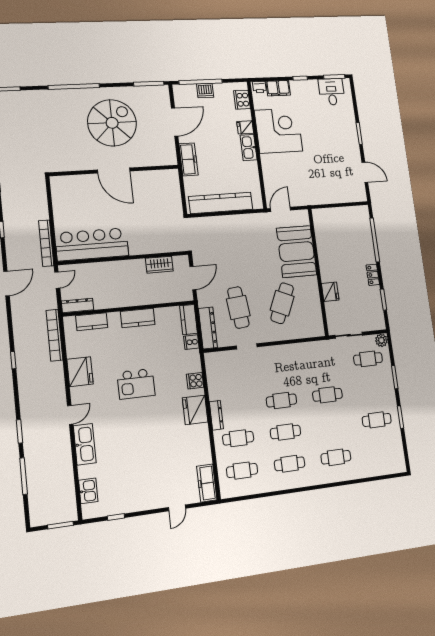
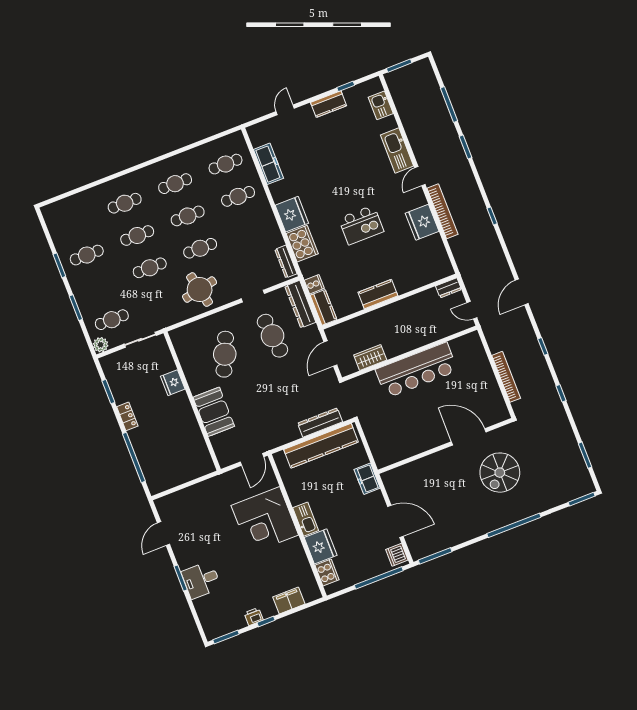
printer: (259, 87) -> (254, 616), moved
dishwasher: (205, 91) -> (397, 555), moved, turned -90
desk: (332, 92) -> (201, 580), moved, turned 90
door: (175, 122) -> (395, 521), swing flipped
spiral stairs: (112, 123) -> (500, 473), moved, width x0.73, depth x0.73
fridge: (245, 127) -> (321, 546), width x1.88, depth x1.34
corner desk: (278, 131) -> (265, 520), moved
freezer: (189, 159) -> (367, 479), width x0.71
door: (114, 171) -> (469, 437), moved
door: (365, 172) -> (163, 534), hinge flipped
dresser: (217, 222) -> (320, 422), added
bookcase: (46, 243) -> (506, 377), moved
bar counter: (92, 244) -> (416, 370), moved
booth: (297, 252) -> (214, 412), width x0.73, depth x0.70
door: (57, 280) -> (472, 310), hinge flipped
dresser: (77, 305) -> (449, 288), width x0.70
kitchen counter: (92, 322) -> (329, 104), moved, turned 180
bookcase: (54, 335) -> (442, 211), moved
round table: (290, 365) -> (200, 290), added
cooker: (195, 381) -> (302, 244), width x1.87, depth x1.31
kitchen island: (136, 384) -> (361, 225), turned 180
dresser: (216, 415) -> (286, 262), moved
cafe table: (332, 426) -> (137, 235), added
freezer: (207, 483) -> (269, 164), moved

